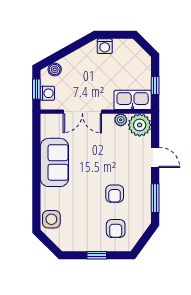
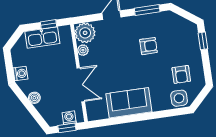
boiler: (55, 70) -> (34, 98), moved
kitchen sink: (133, 100) -> (42, 38), moved, turned -90
armchair: (116, 229) -> (181, 74), moved, turned 90
window: (97, 255) -> (203, 41), moved

